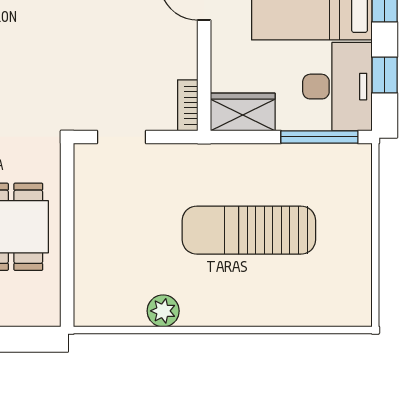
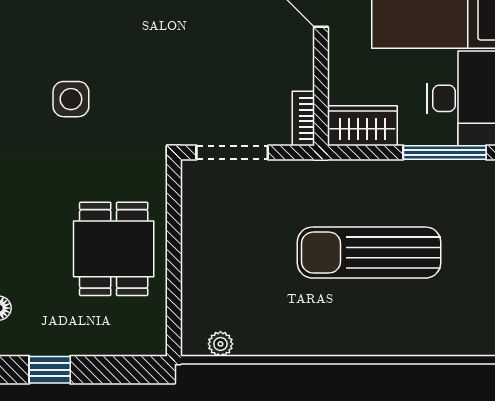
doorway: (121, 137) -> (232, 153), width x1.38
plant: (163, 311) -> (220, 344), moved, width x0.73, depth x0.73

